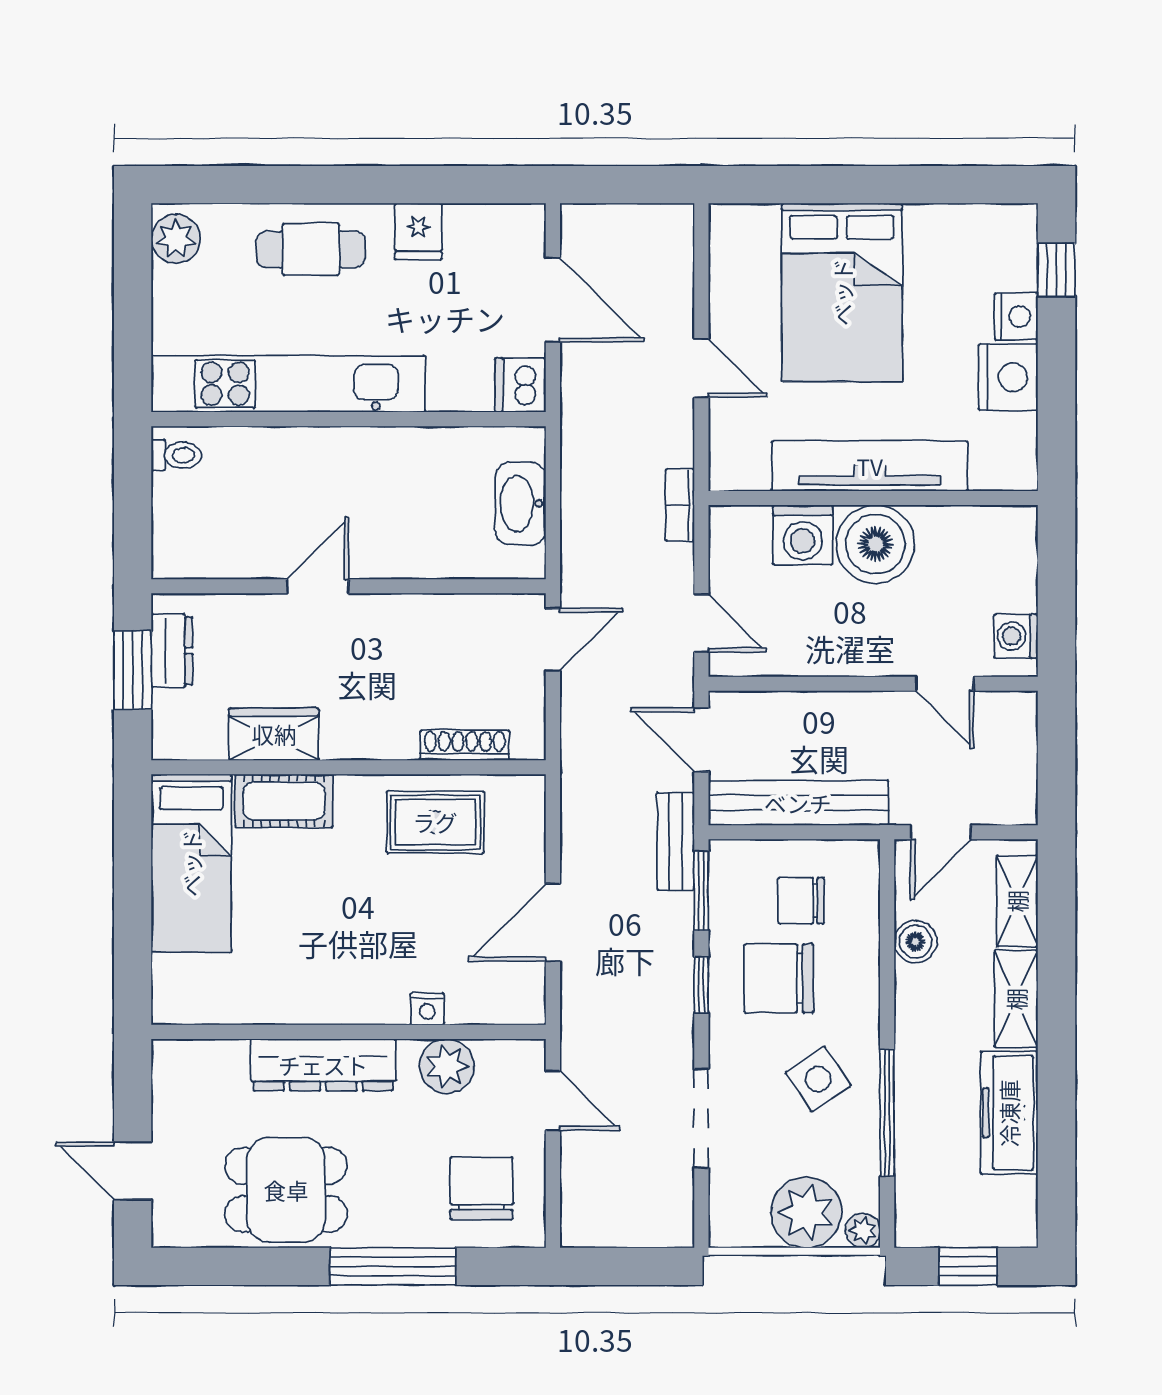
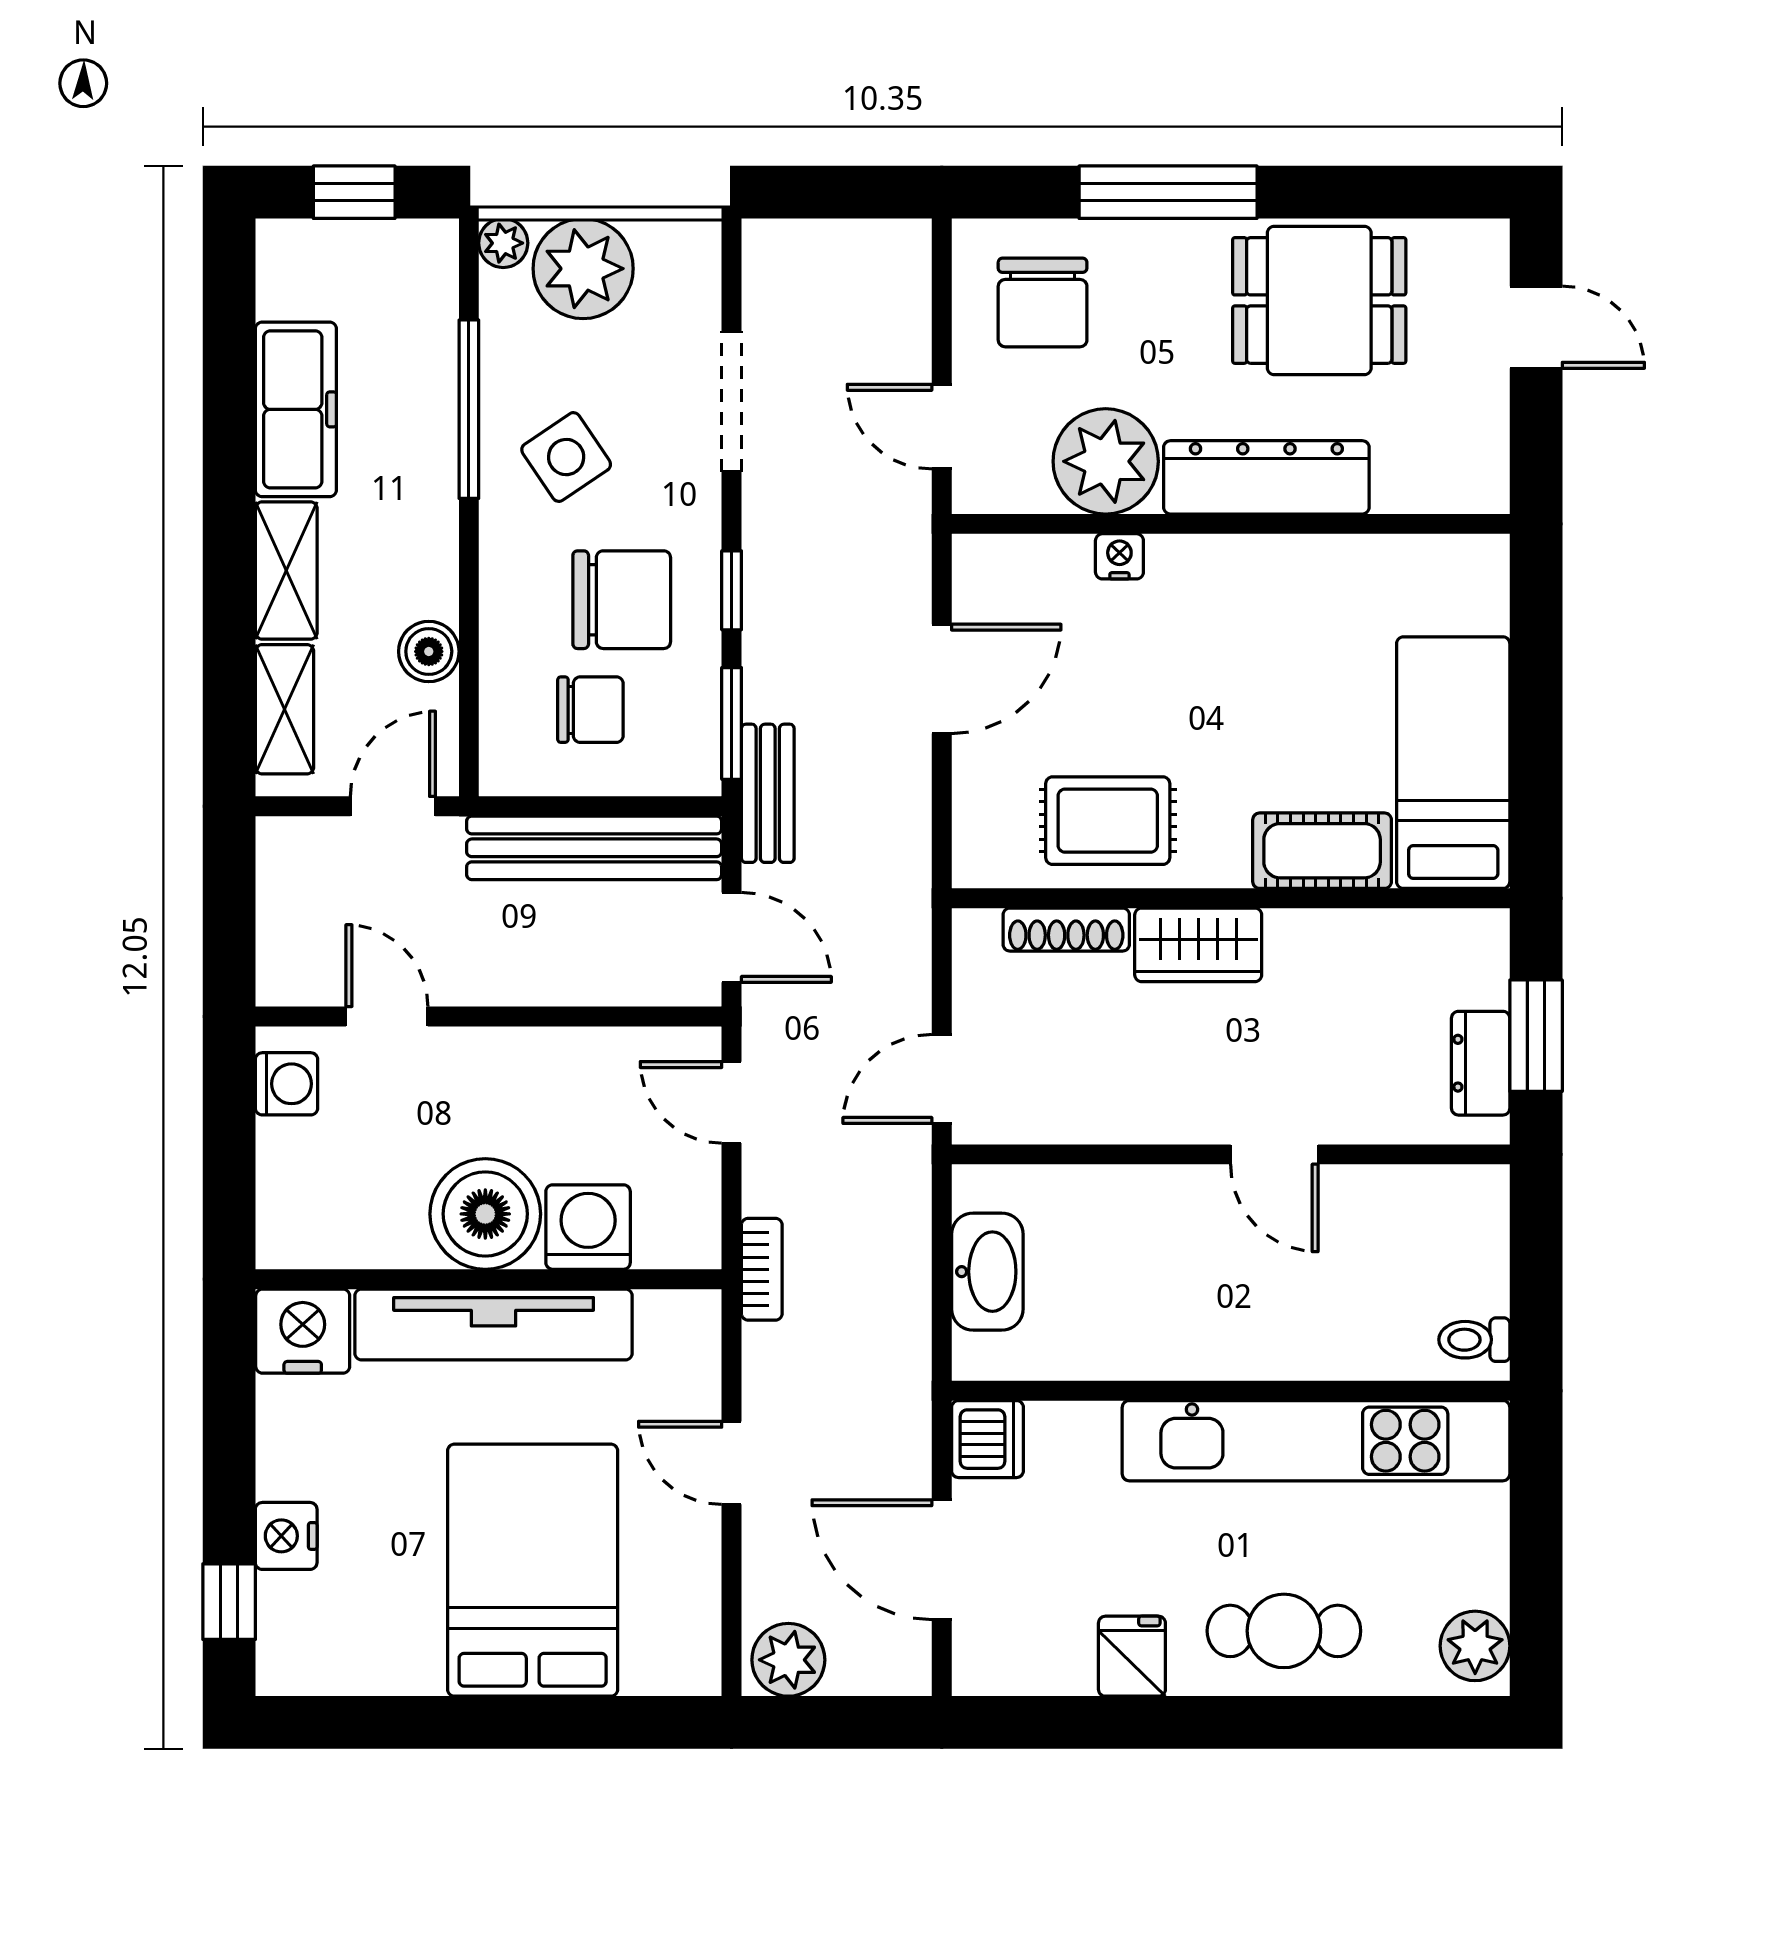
plant: (661, 229) -> (788, 1660), added
nightstand: (1008, 377) -> (303, 1331), moved, turned 90
door: (318, 586) -> (1274, 1154), hinge flipped
wardrobe: (274, 734) -> (1198, 945), moved
plant: (447, 1066) -> (1106, 461), width x1.36, depth x1.36

